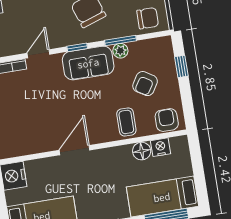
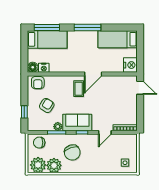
coffee table: (126, 122) -> (79, 89), moved
floor lamp: (142, 151) -> (33, 67), moved

